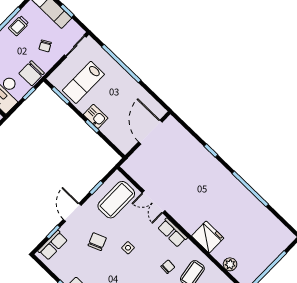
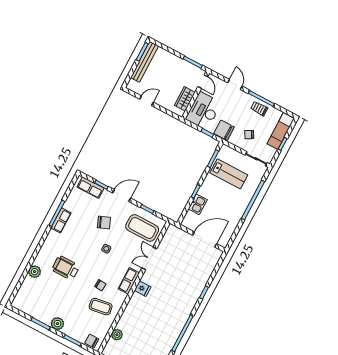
lab bench: (83, 82) -> (229, 174), turned 180
kitchen sink: (96, 116) -> (198, 204), moved
fridge: (208, 237) -> (143, 289), moved, width x0.53, depth x0.75

